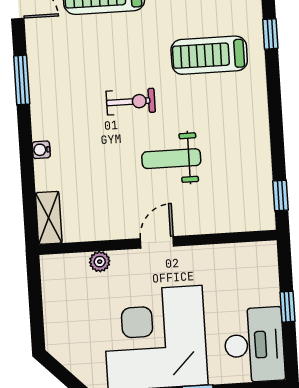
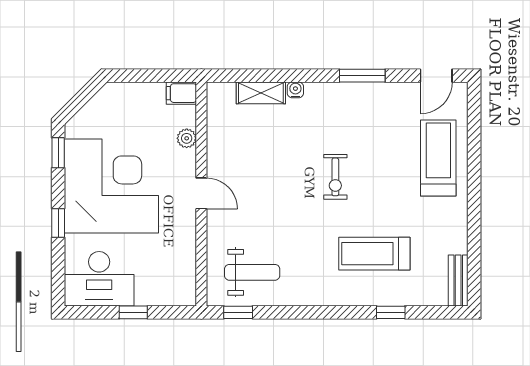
treadmill: (209, 55) -> (374, 254), turned -90
weight bench: (171, 159) -> (252, 272), moved, turned 90
shelving: (49, 218) -> (261, 93), moved
filing cabinet: (52, 270) -> (181, 93), added

